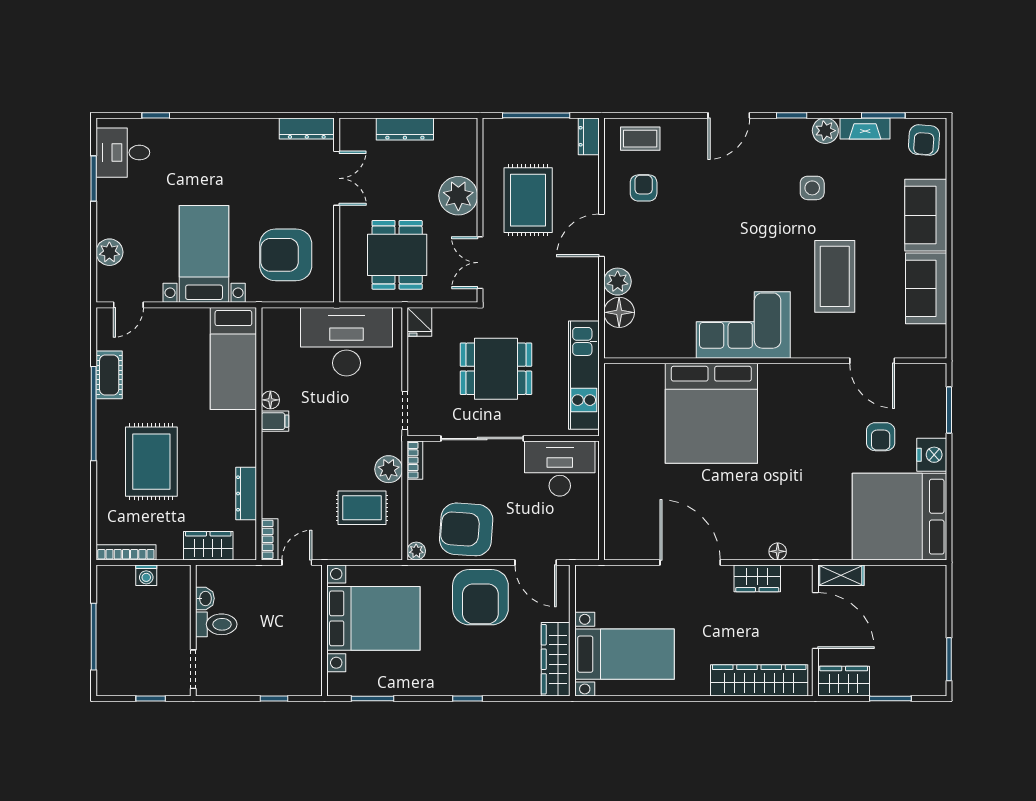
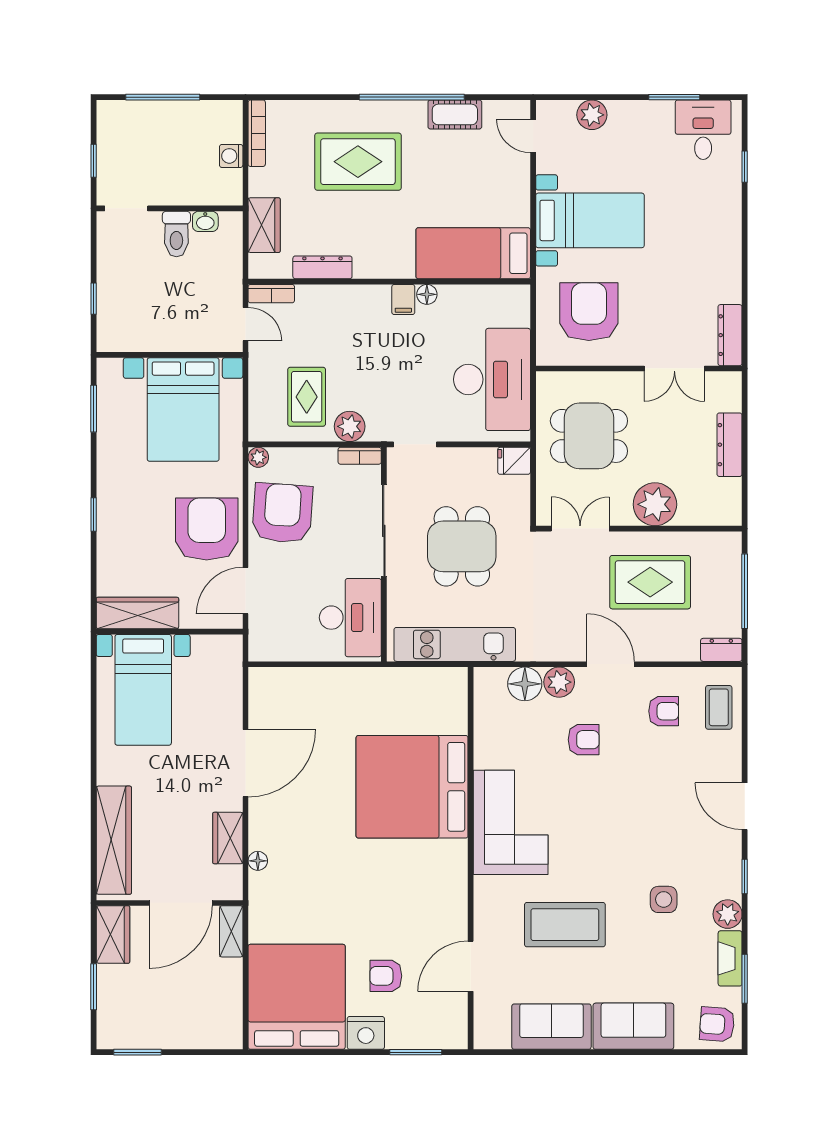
armchair: (669, 260) -> (584, 740), added
armchair: (480, 597) -> (207, 529), turned 90

